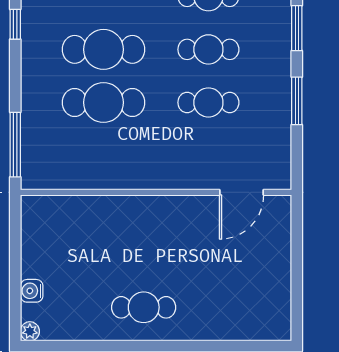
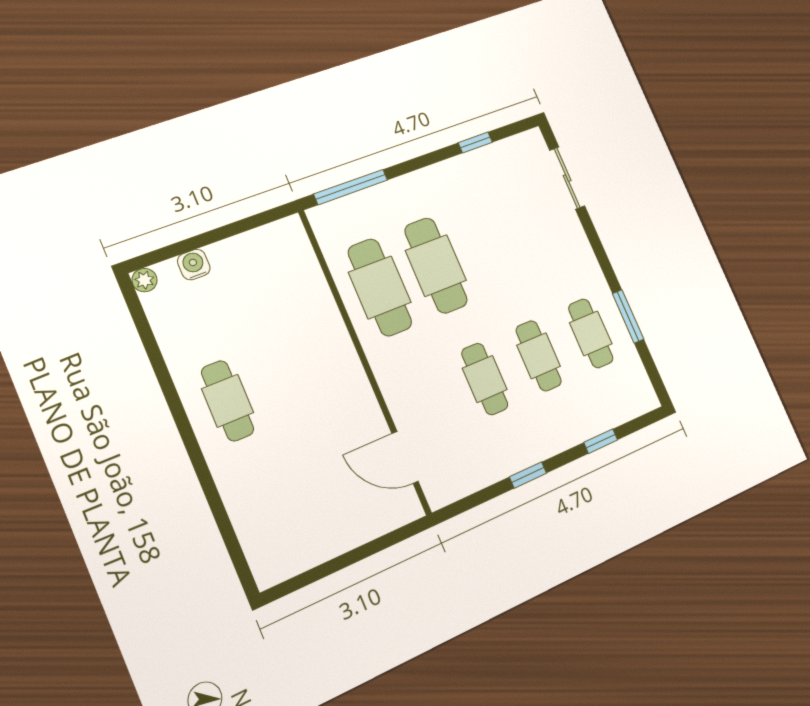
window: (297, 28) -> (601, 441), width x0.67
cafe table: (103, 49) -> (380, 287), moved
window: (297, 101) -> (528, 475), width x0.67

